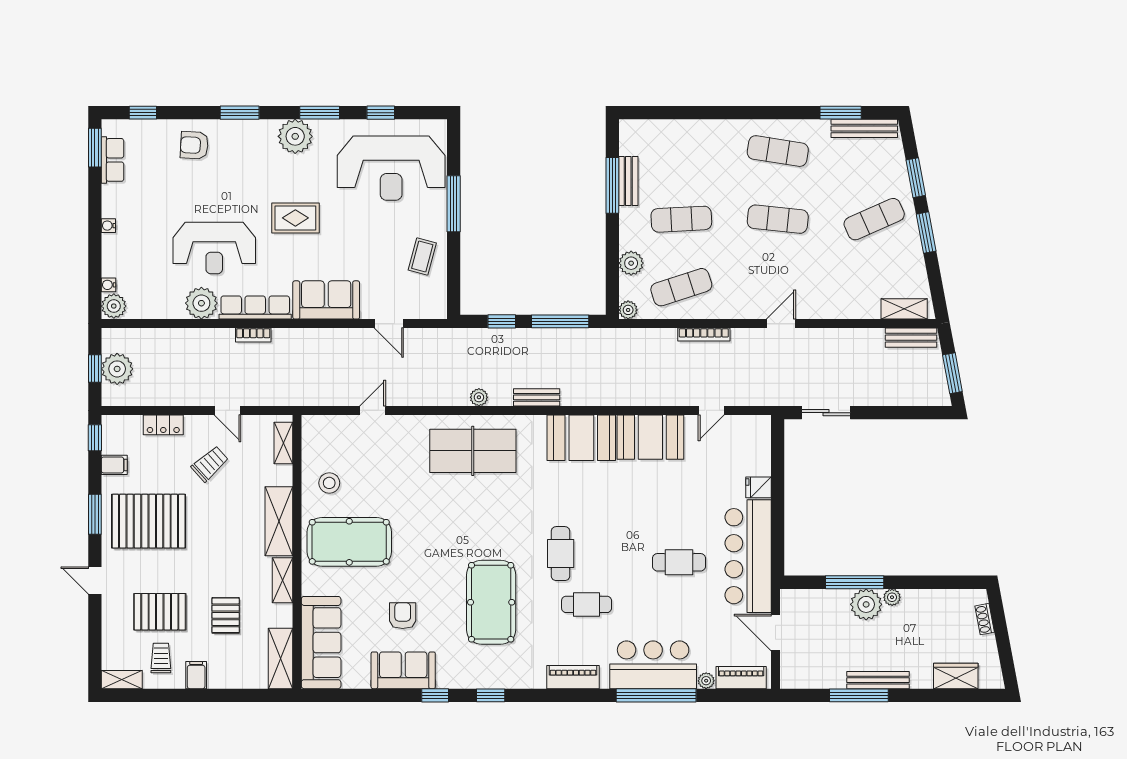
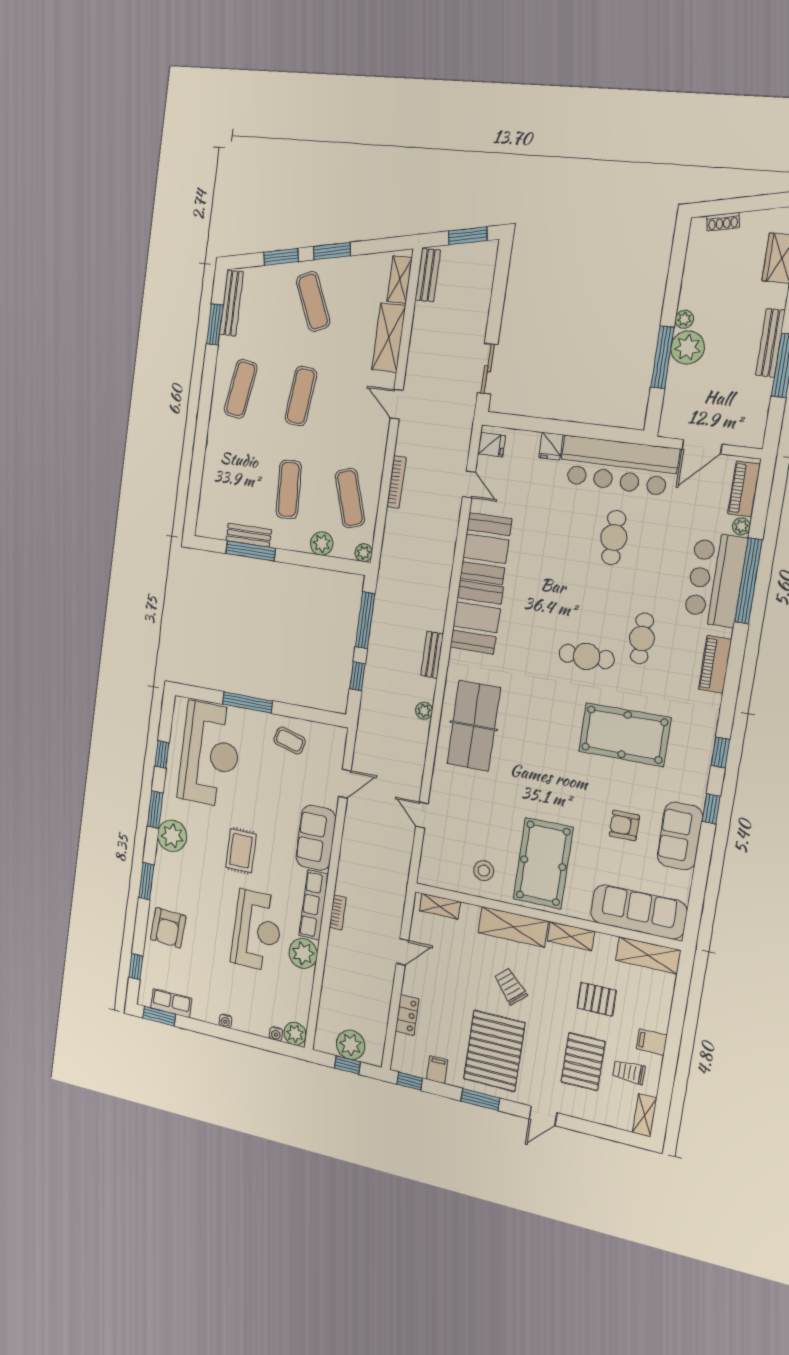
armchair: (194, 145) -> (168, 928), width x1.38, depth x1.38
shelving: (846, 306) -> (389, 338), added
fridge: (753, 428) -> (492, 445), added
trolley: (210, 464) -> (510, 986), moved

